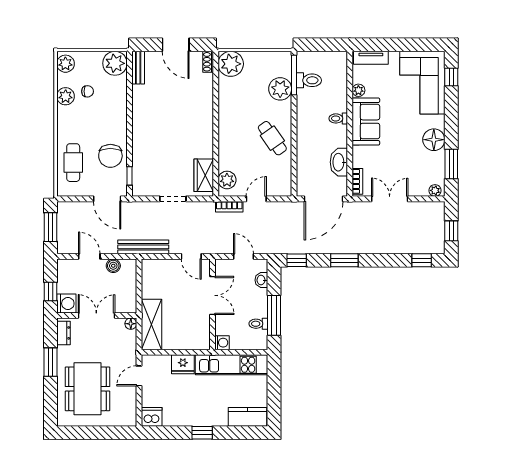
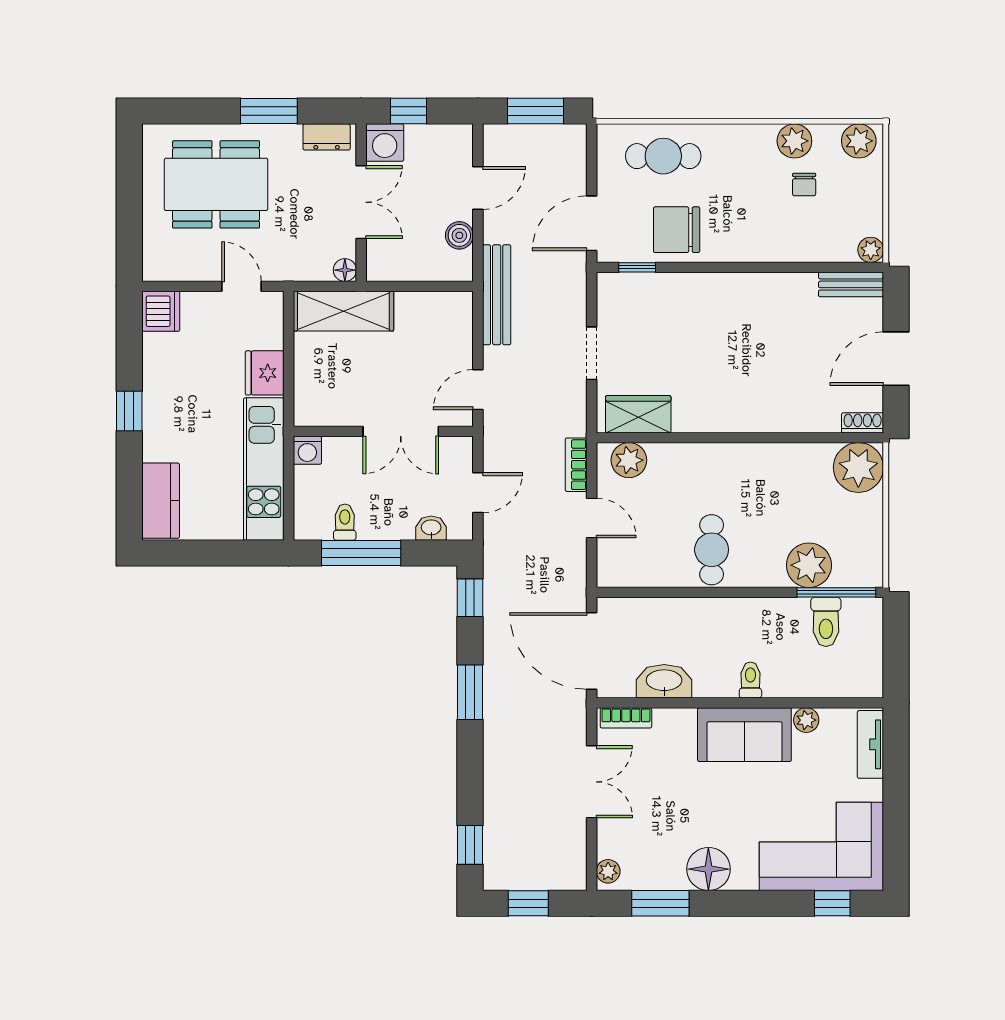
plant: (115, 63) -> (871, 250), width x0.53, depth x0.53
cafe table: (272, 138) -> (712, 550), turned -55

